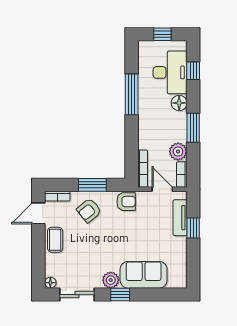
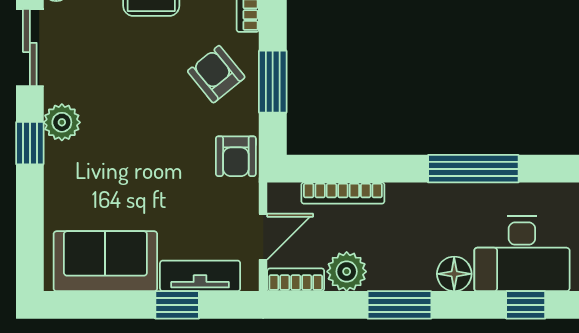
bookcase: (143, 169) -> (343, 193), moved
sofa: (144, 275) -> (105, 261), moved, turned -90

